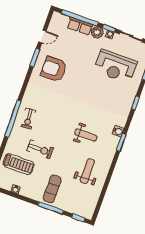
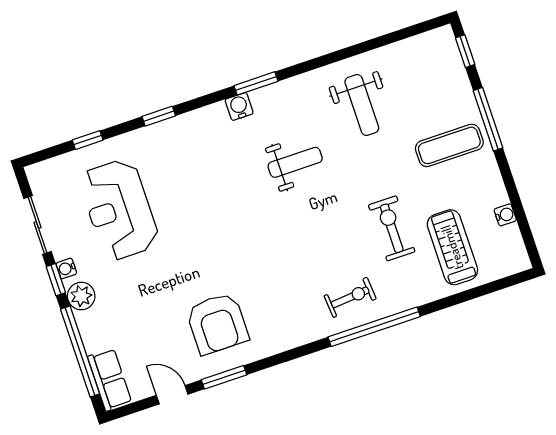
row of seats: (80, 26) -> (110, 380), moved
reception desk: (115, 66) -> (119, 210), turned 180
weight bench: (86, 135) -> (295, 162), turned 90
weight bench: (87, 171) -> (362, 105), turned -90

